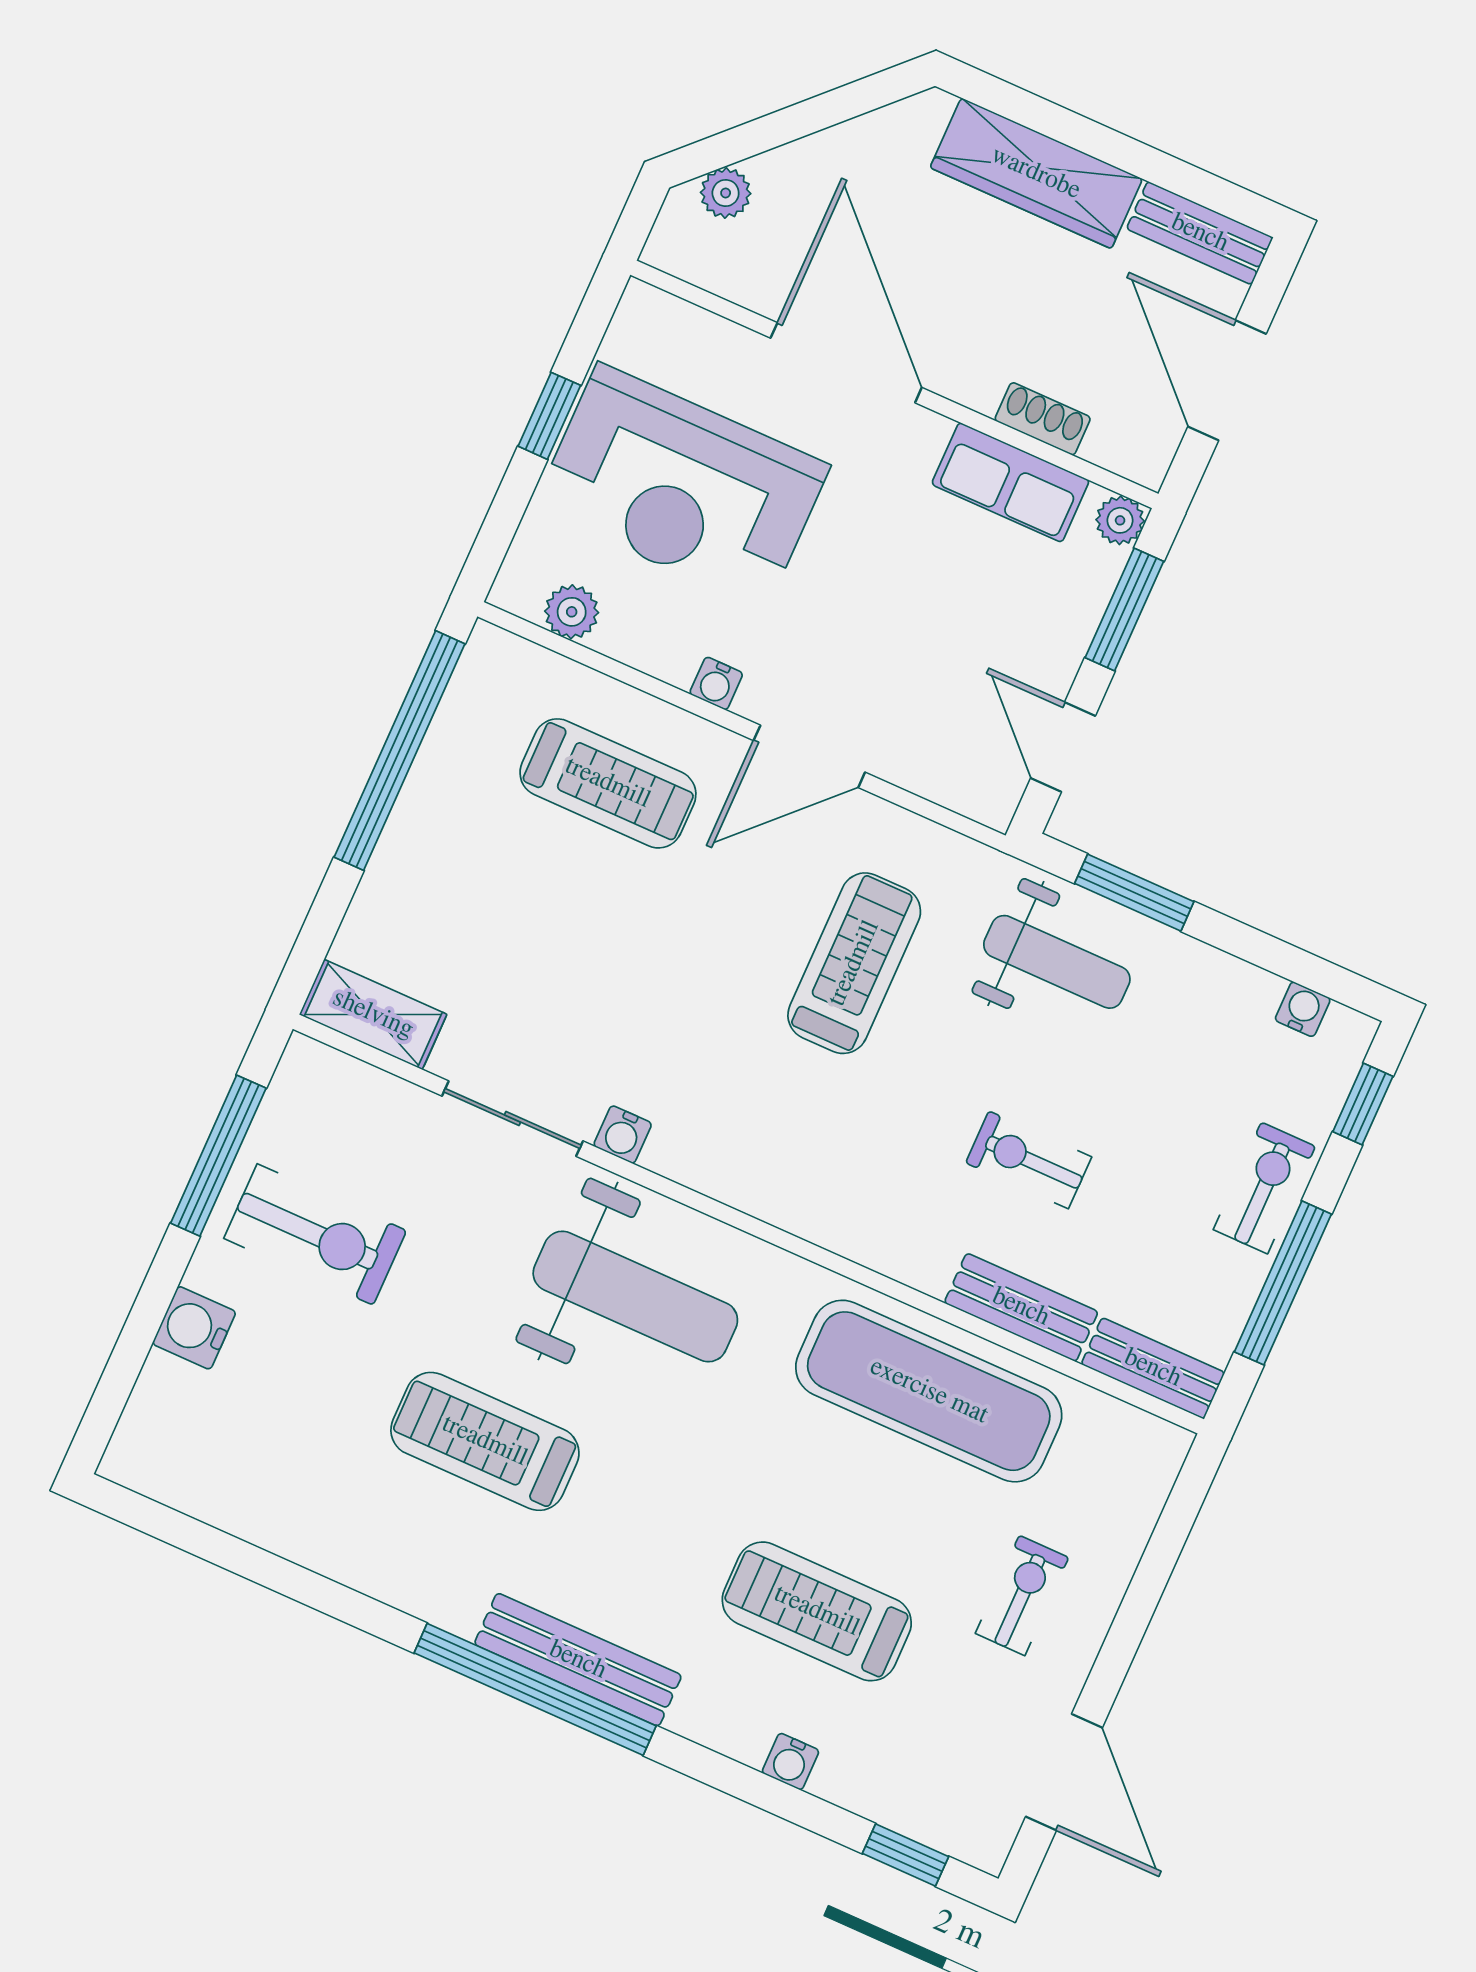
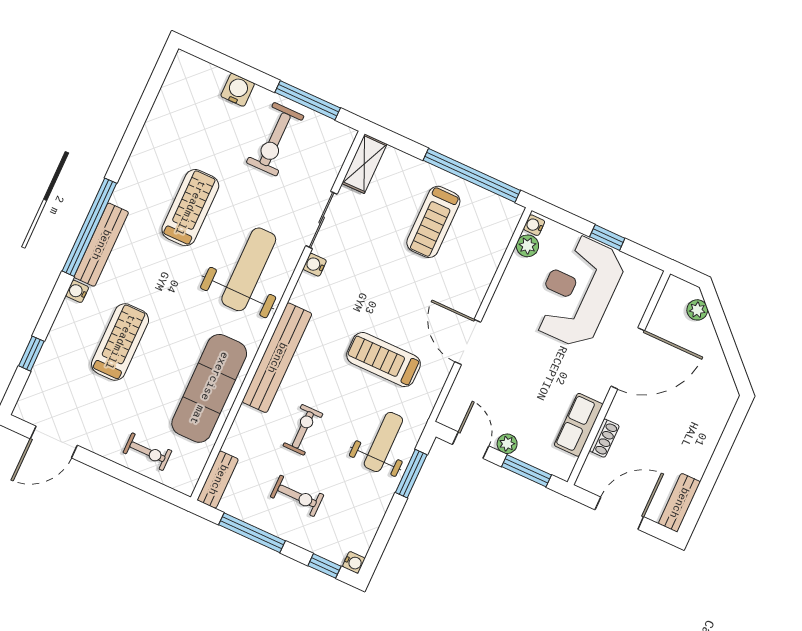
wardrobe: (1036, 173) -> (704, 436), removed
plant: (1120, 520) -> (507, 444), moved
water cooler: (716, 683) -> (534, 225), moved
door: (1063, 747) -> (471, 445), hinge flipped
treadmill: (608, 783) -> (433, 222), moved
weight bench: (1057, 962) -> (383, 442), turned 180
treadmill: (854, 963) -> (384, 360), turned 180
water cooler: (1303, 1009) -> (354, 562), moved
exercise bike: (1264, 1188) -> (297, 496), moved
weight bench: (635, 1297) -> (249, 269), turned 180
bench: (1021, 1307) -> (277, 358), moved, width x1.86, depth x1.21
exercise bike: (1022, 1595) -> (147, 452), moved
water cooler: (790, 1762) -> (77, 291), moved
window: (905, 1855) -> (31, 354), moved

